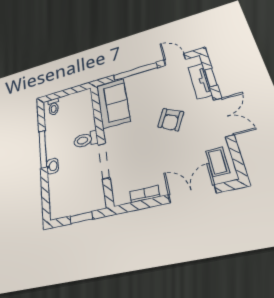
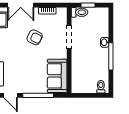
armchair: (171, 120) -> (35, 37), moved, turned 88
toilet: (86, 140) -> (80, 12), moved

